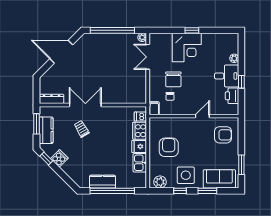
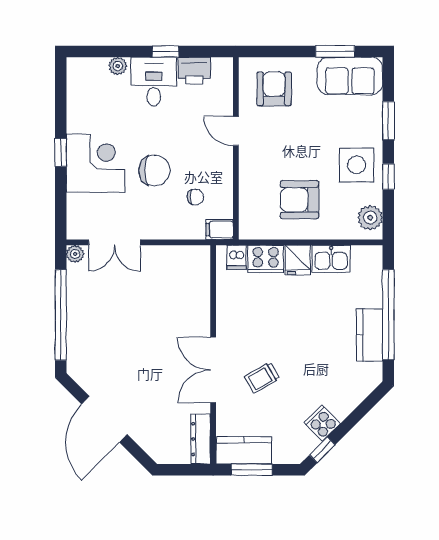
chair: (173, 79) -> (154, 170), moved
kitchen counter: (46, 130) -> (244, 450), moved
sofa: (219, 179) -> (350, 76), moved, turned -90

